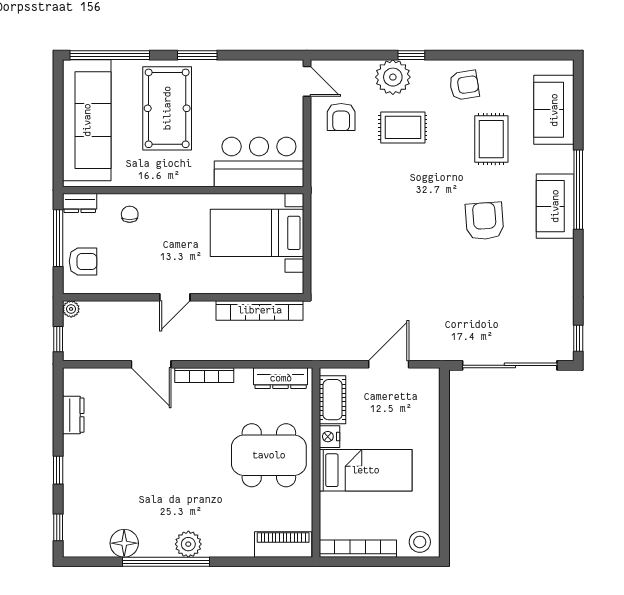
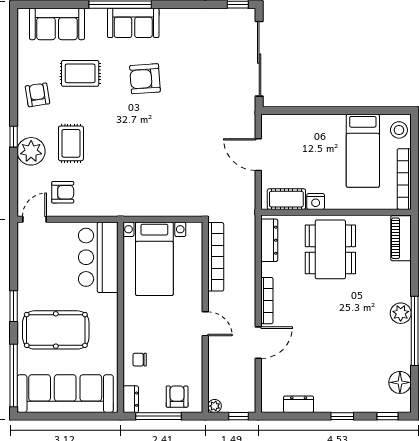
bed: (366, 470) -> (363, 151), moved, turned 180
floor lamp: (124, 543) -> (400, 382), moved

